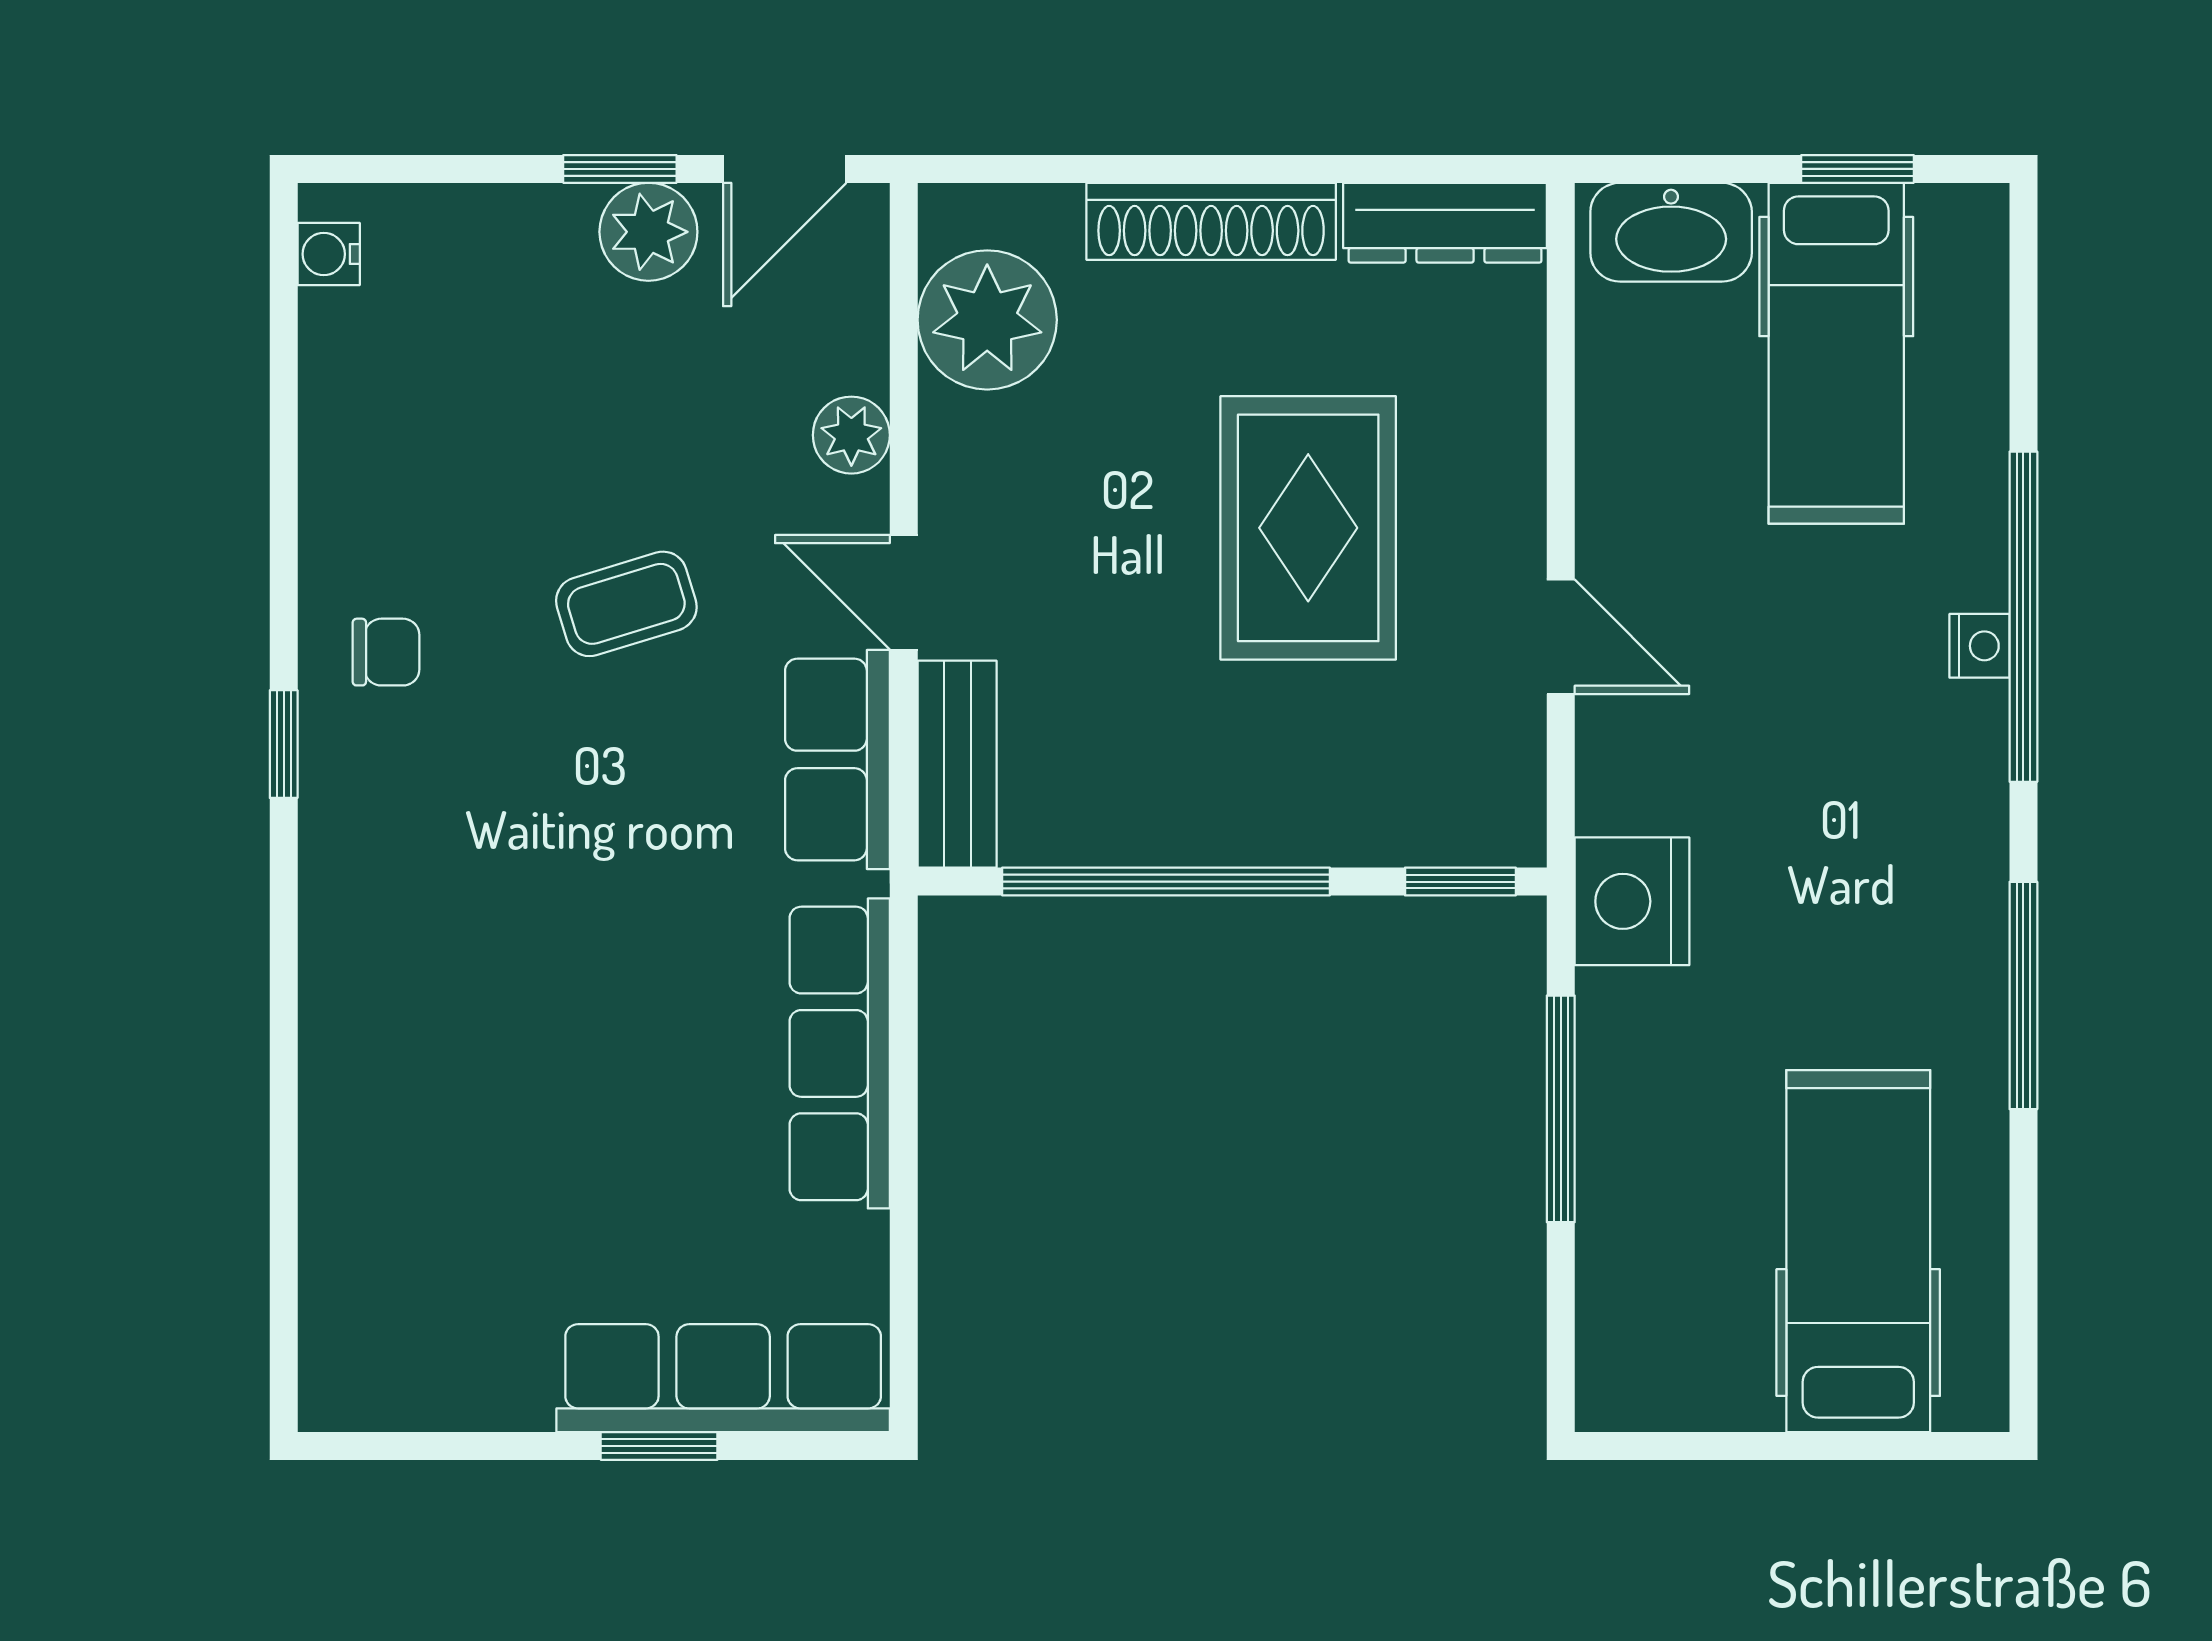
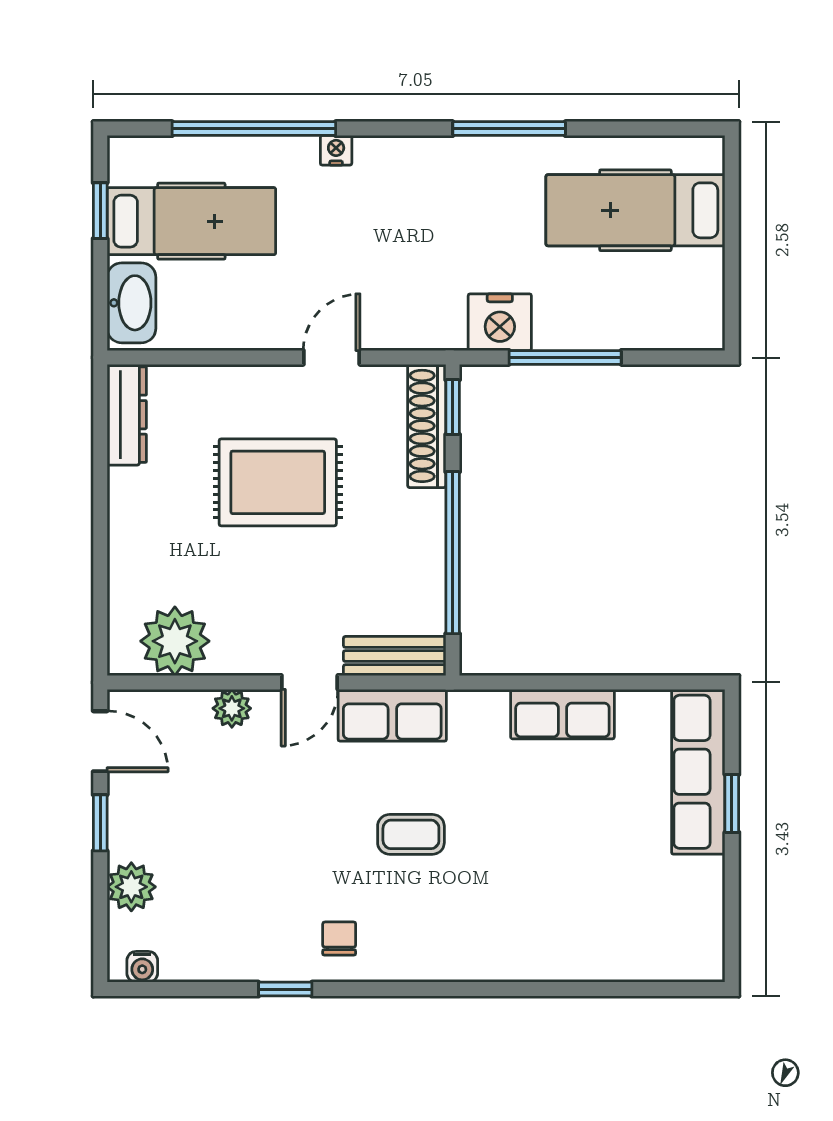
shoe rack: (1211, 221) -> (427, 426), moved, turned 180
plant: (648, 232) -> (131, 887), moved
coffee table: (626, 604) -> (411, 834), moved, turned -73
window: (2023, 617) -> (254, 129), moved
window: (284, 744) -> (285, 989), moved
nightstand: (1632, 901) -> (500, 322), moved
row of seats: (840, 1053) -> (562, 714), width x0.68

